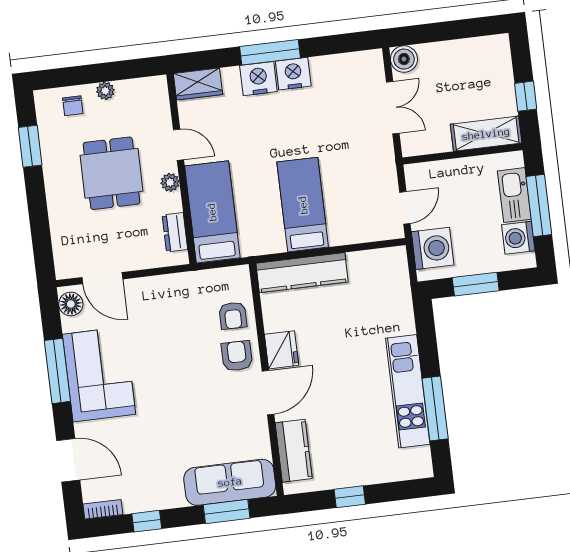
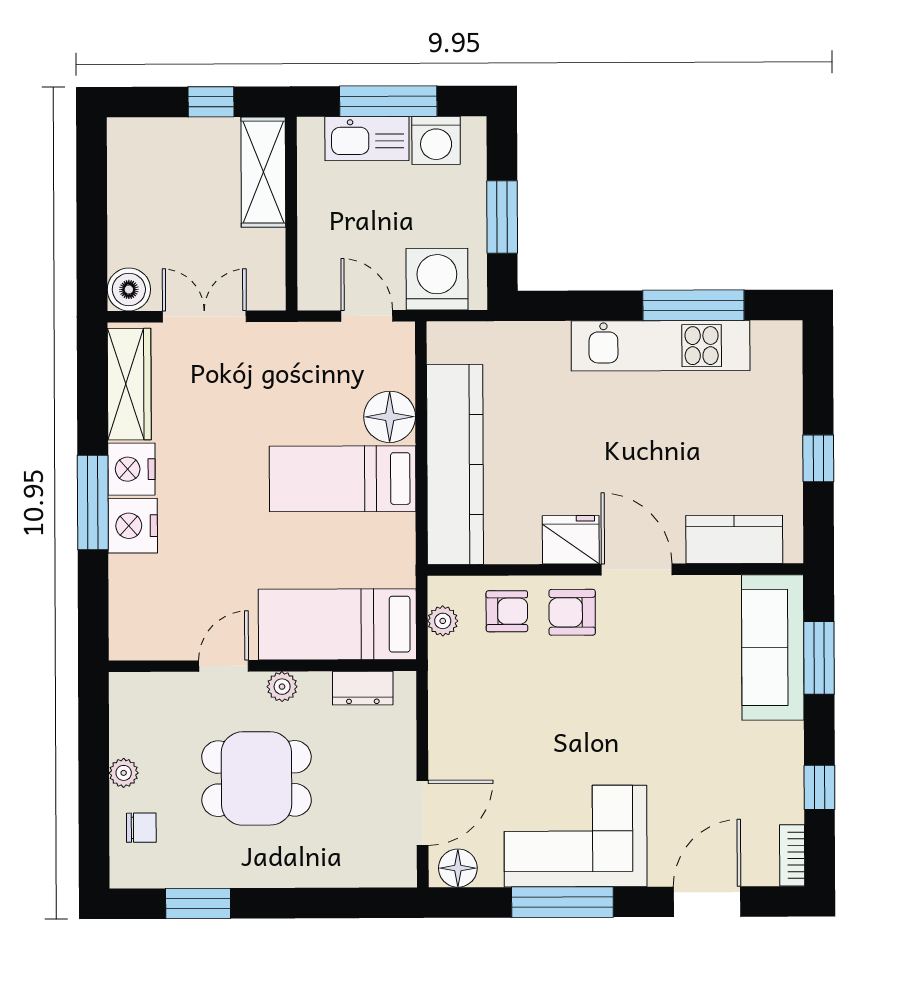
wardrobe: (198, 84) -> (129, 384), moved, width x1.50
floor lamp: (344, 229) -> (390, 417), added
kitchen counter: (302, 273) -> (455, 464), width x1.39, depth x1.17
plant: (222, 277) -> (443, 621), added

